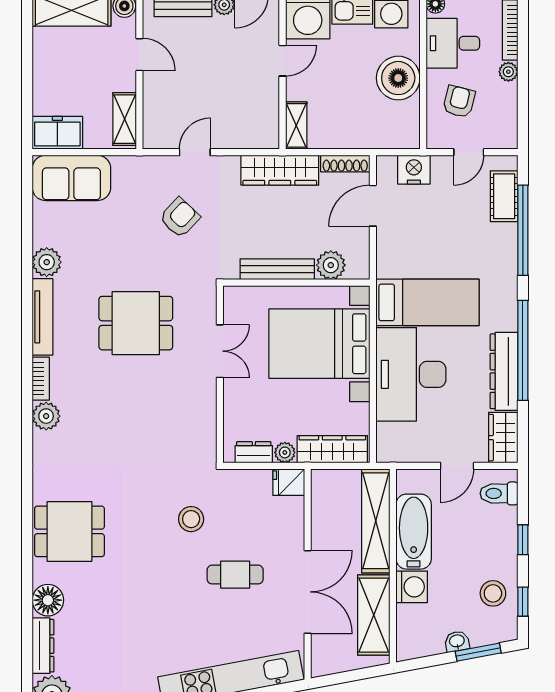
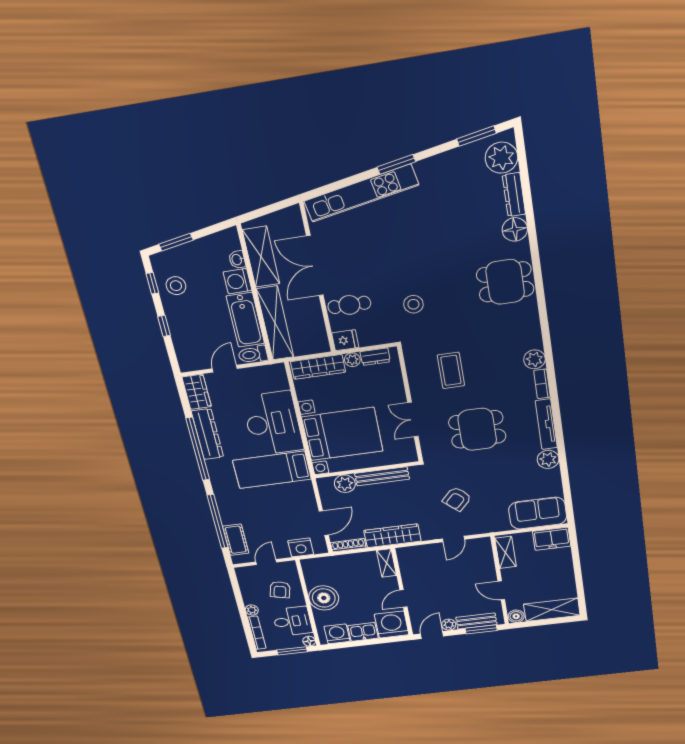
coffee table: (158, 417) -> (451, 370), added
toilet: (499, 493) -> (253, 354), moved, turned 180
cafe table: (235, 575) -> (349, 305), moved
washbasin: (457, 641) -> (237, 260), moved, turned 101

